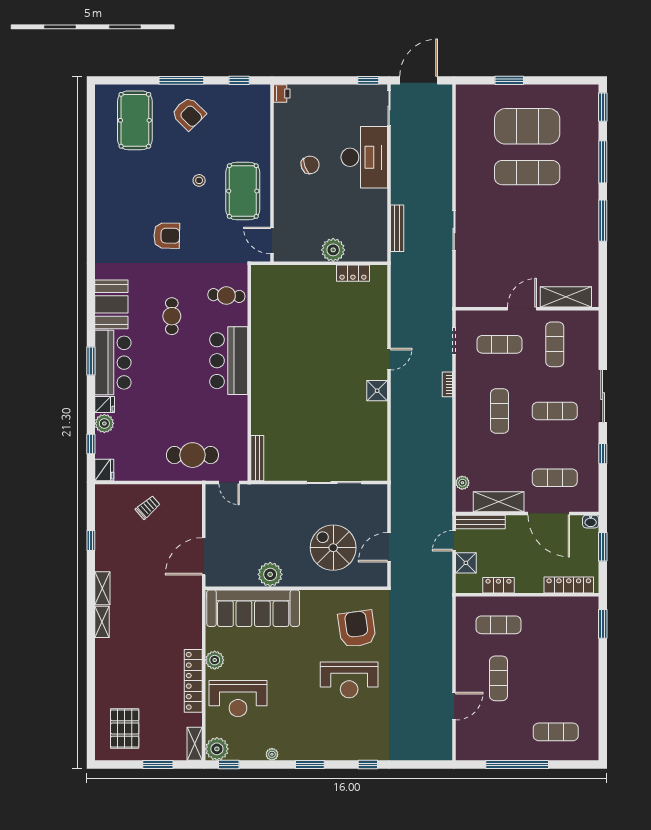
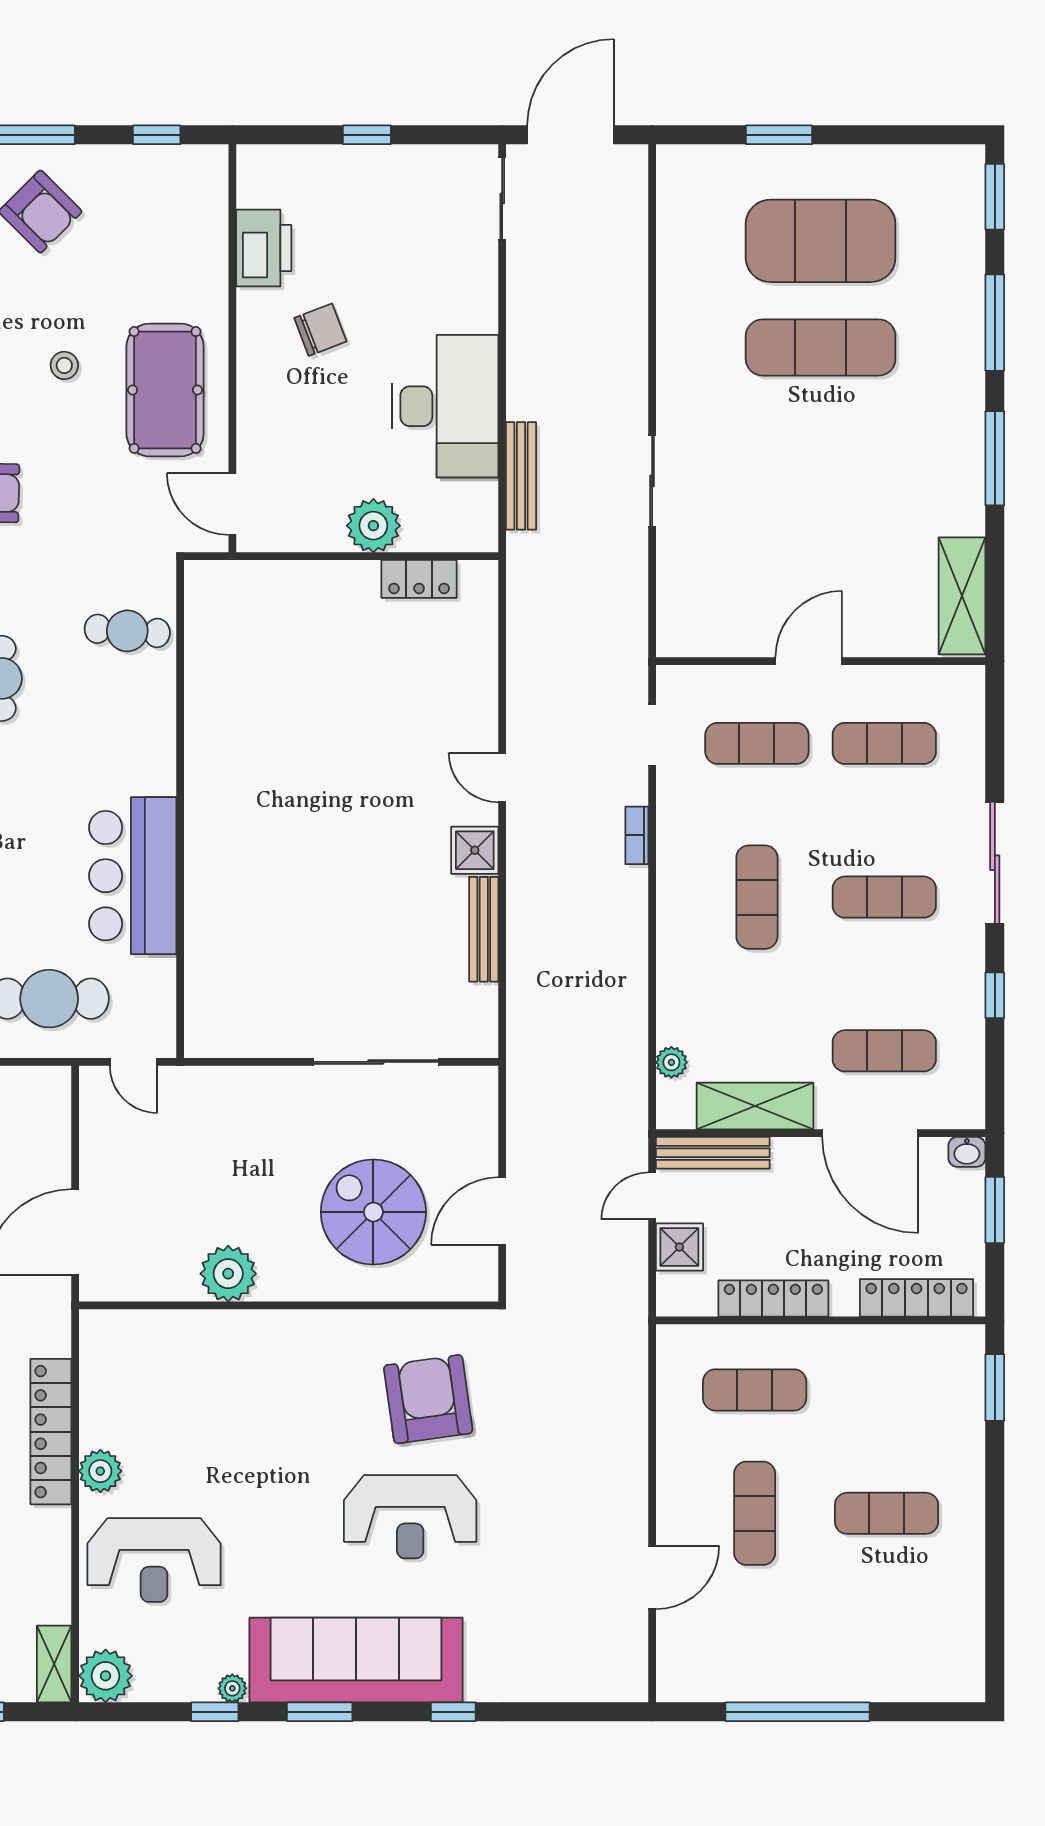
window: (368, 80) -> (367, 135), moved
printer: (282, 94) -> (264, 248), moved, width x1.87, depth x1.48
desk: (364, 157) -> (445, 406), moved
shelving: (566, 297) -> (962, 596), moved, turned 90
exercise mat: (555, 344) -> (884, 743), turned 90
door: (389, 359) -> (502, 777), swing flipped
bar counter: (229, 361) -> (133, 876), moved
bench: (257, 458) -> (484, 929), moved
locker: (498, 585) -> (773, 1298), width x1.53
sofa: (253, 608) -> (356, 1660), moved, turned 180
locker: (193, 681) -> (51, 1432), moved
exercise mat: (556, 732) -> (887, 1513), moved
window: (229, 764) -> (215, 1712), moved

